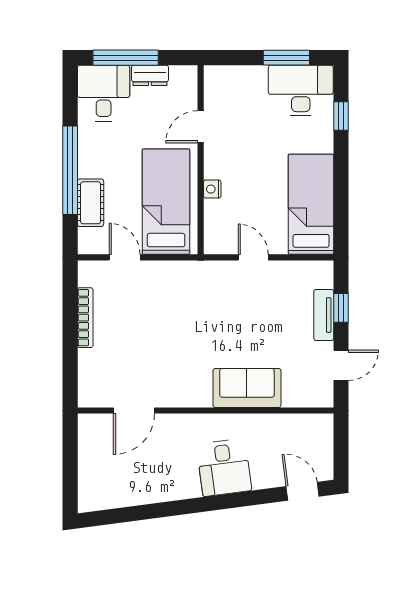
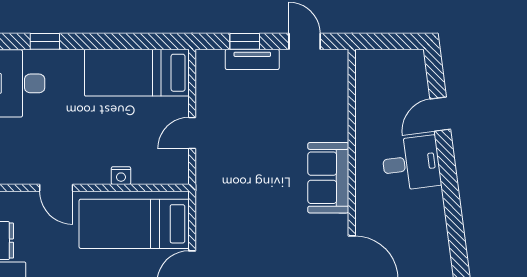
sofa: (247, 388) -> (328, 178), moved
door: (303, 491) -> (440, 114), moved

